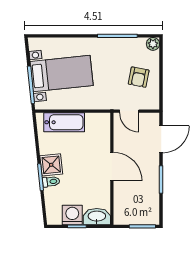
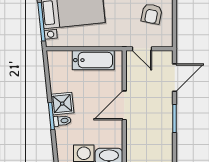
bathtub: (64, 122) -> (93, 60), moved
door: (112, 167) -> (124, 105), swing flipped

